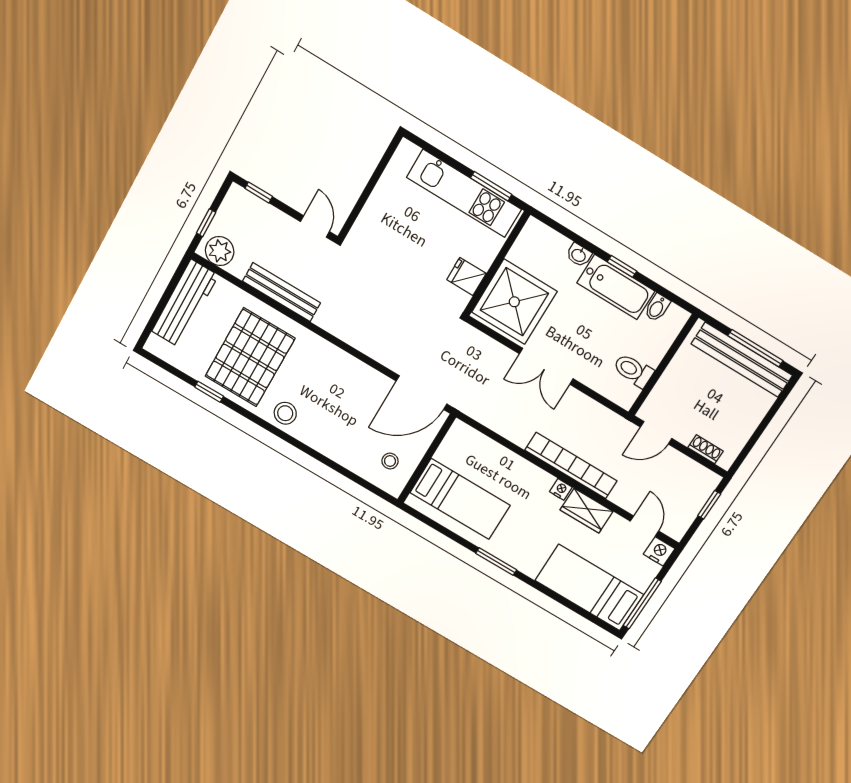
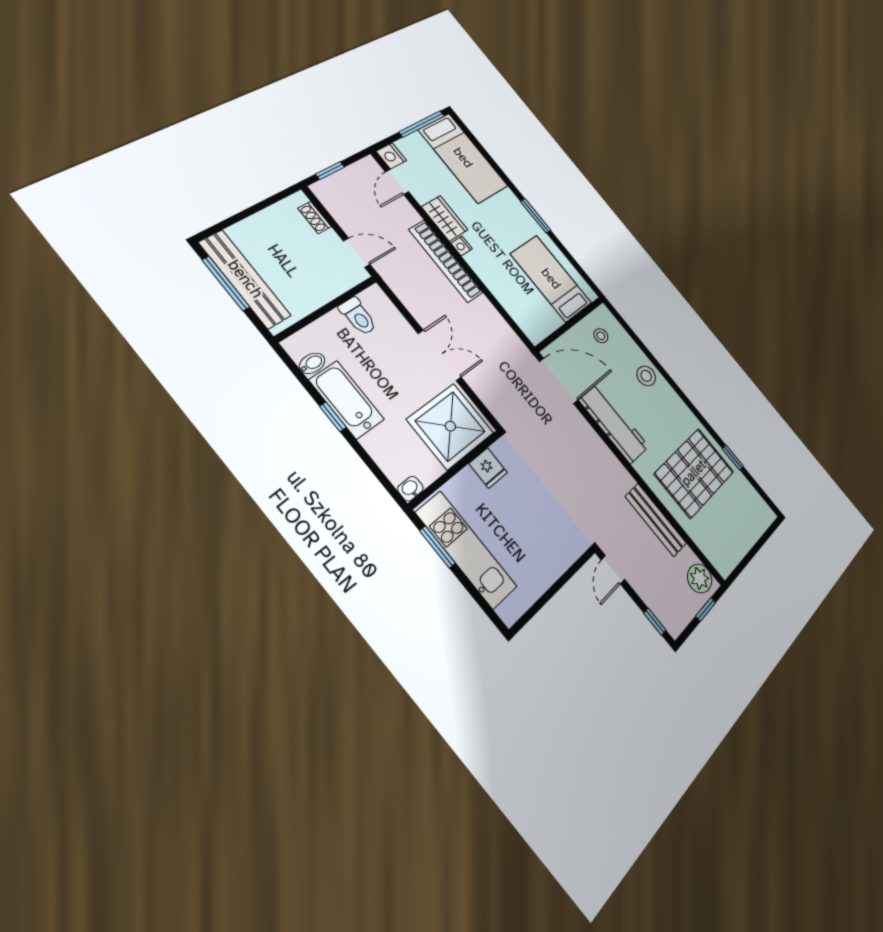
washbasin: (579, 255) -> (410, 489), moved, turned -90
workbench: (185, 303) -> (614, 423), moved, turned 90
stool: (285, 413) -> (646, 376), moved

